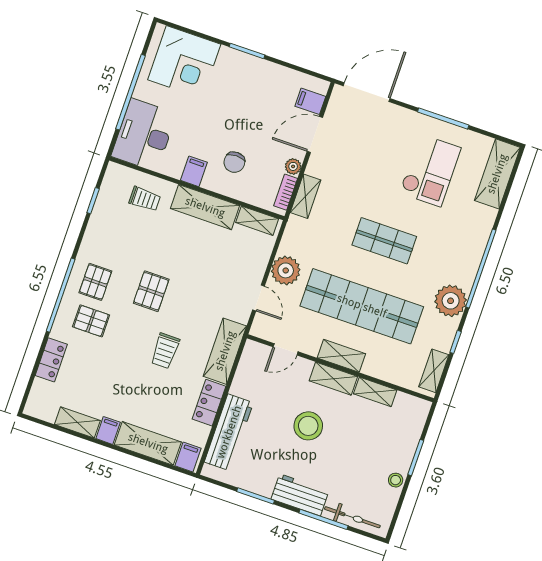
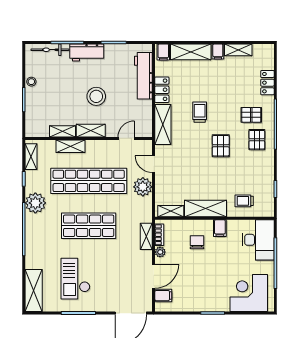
shop shelf: (384, 241) -> (89, 226), width x1.43, depth x1.36
shelving: (341, 356) -> (71, 146), moved

